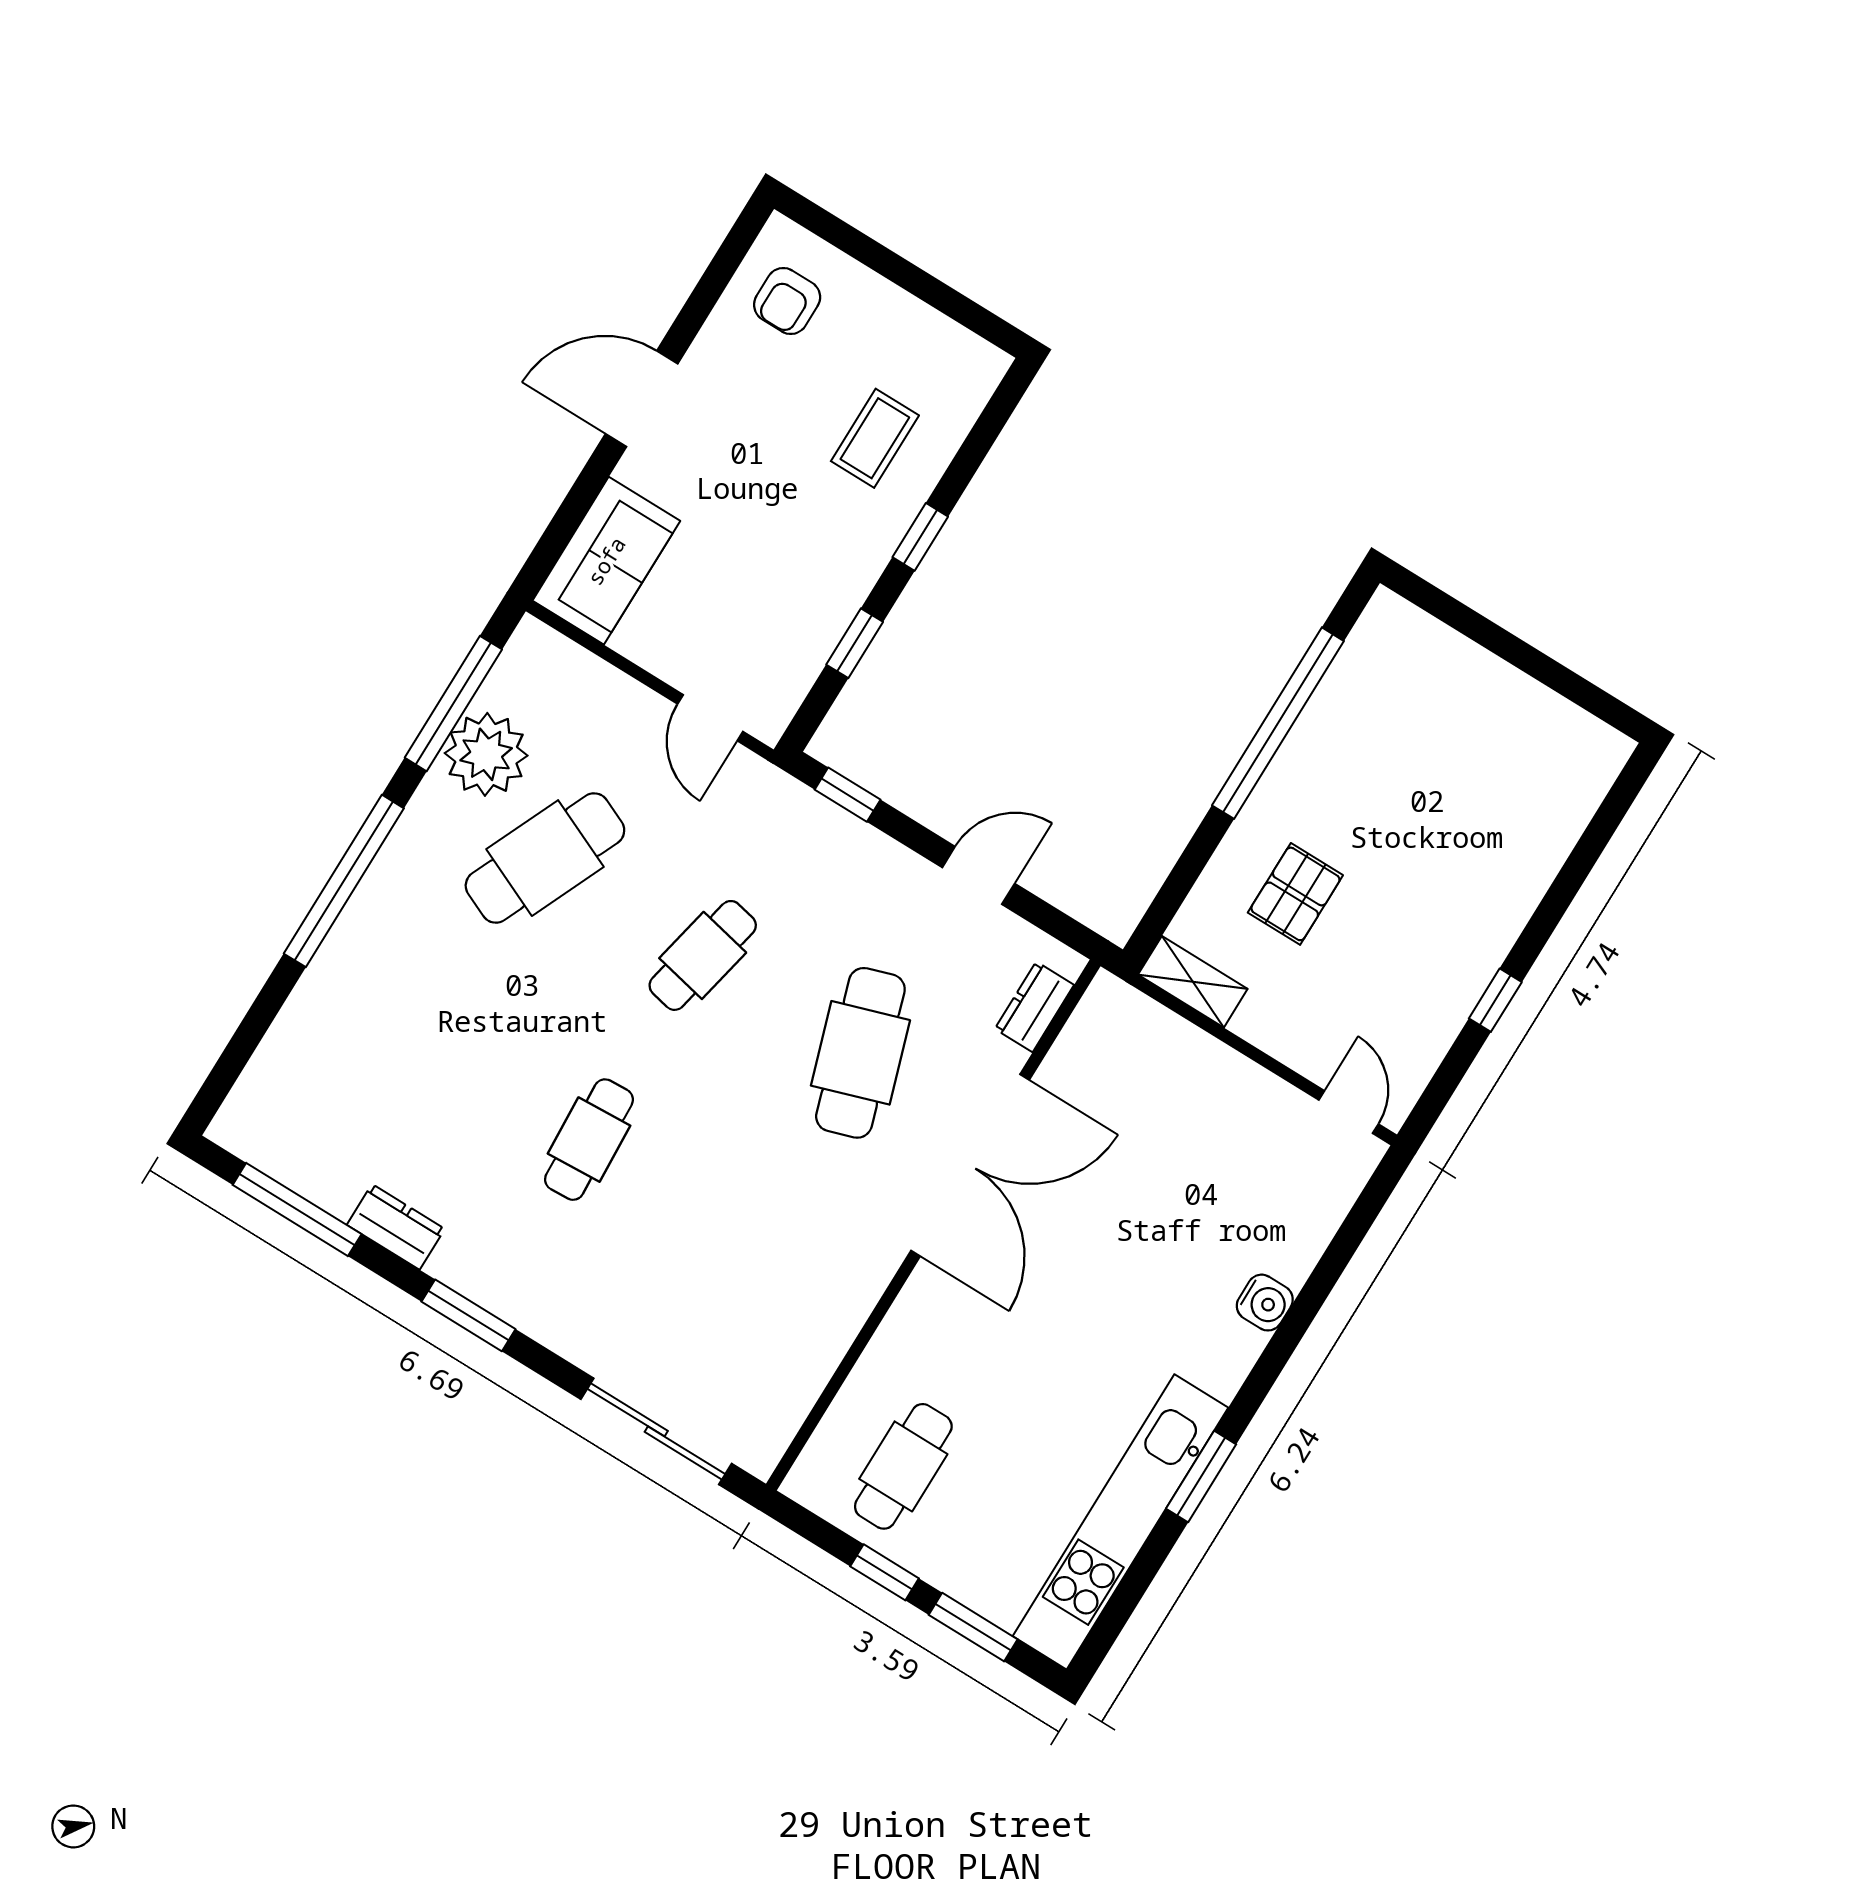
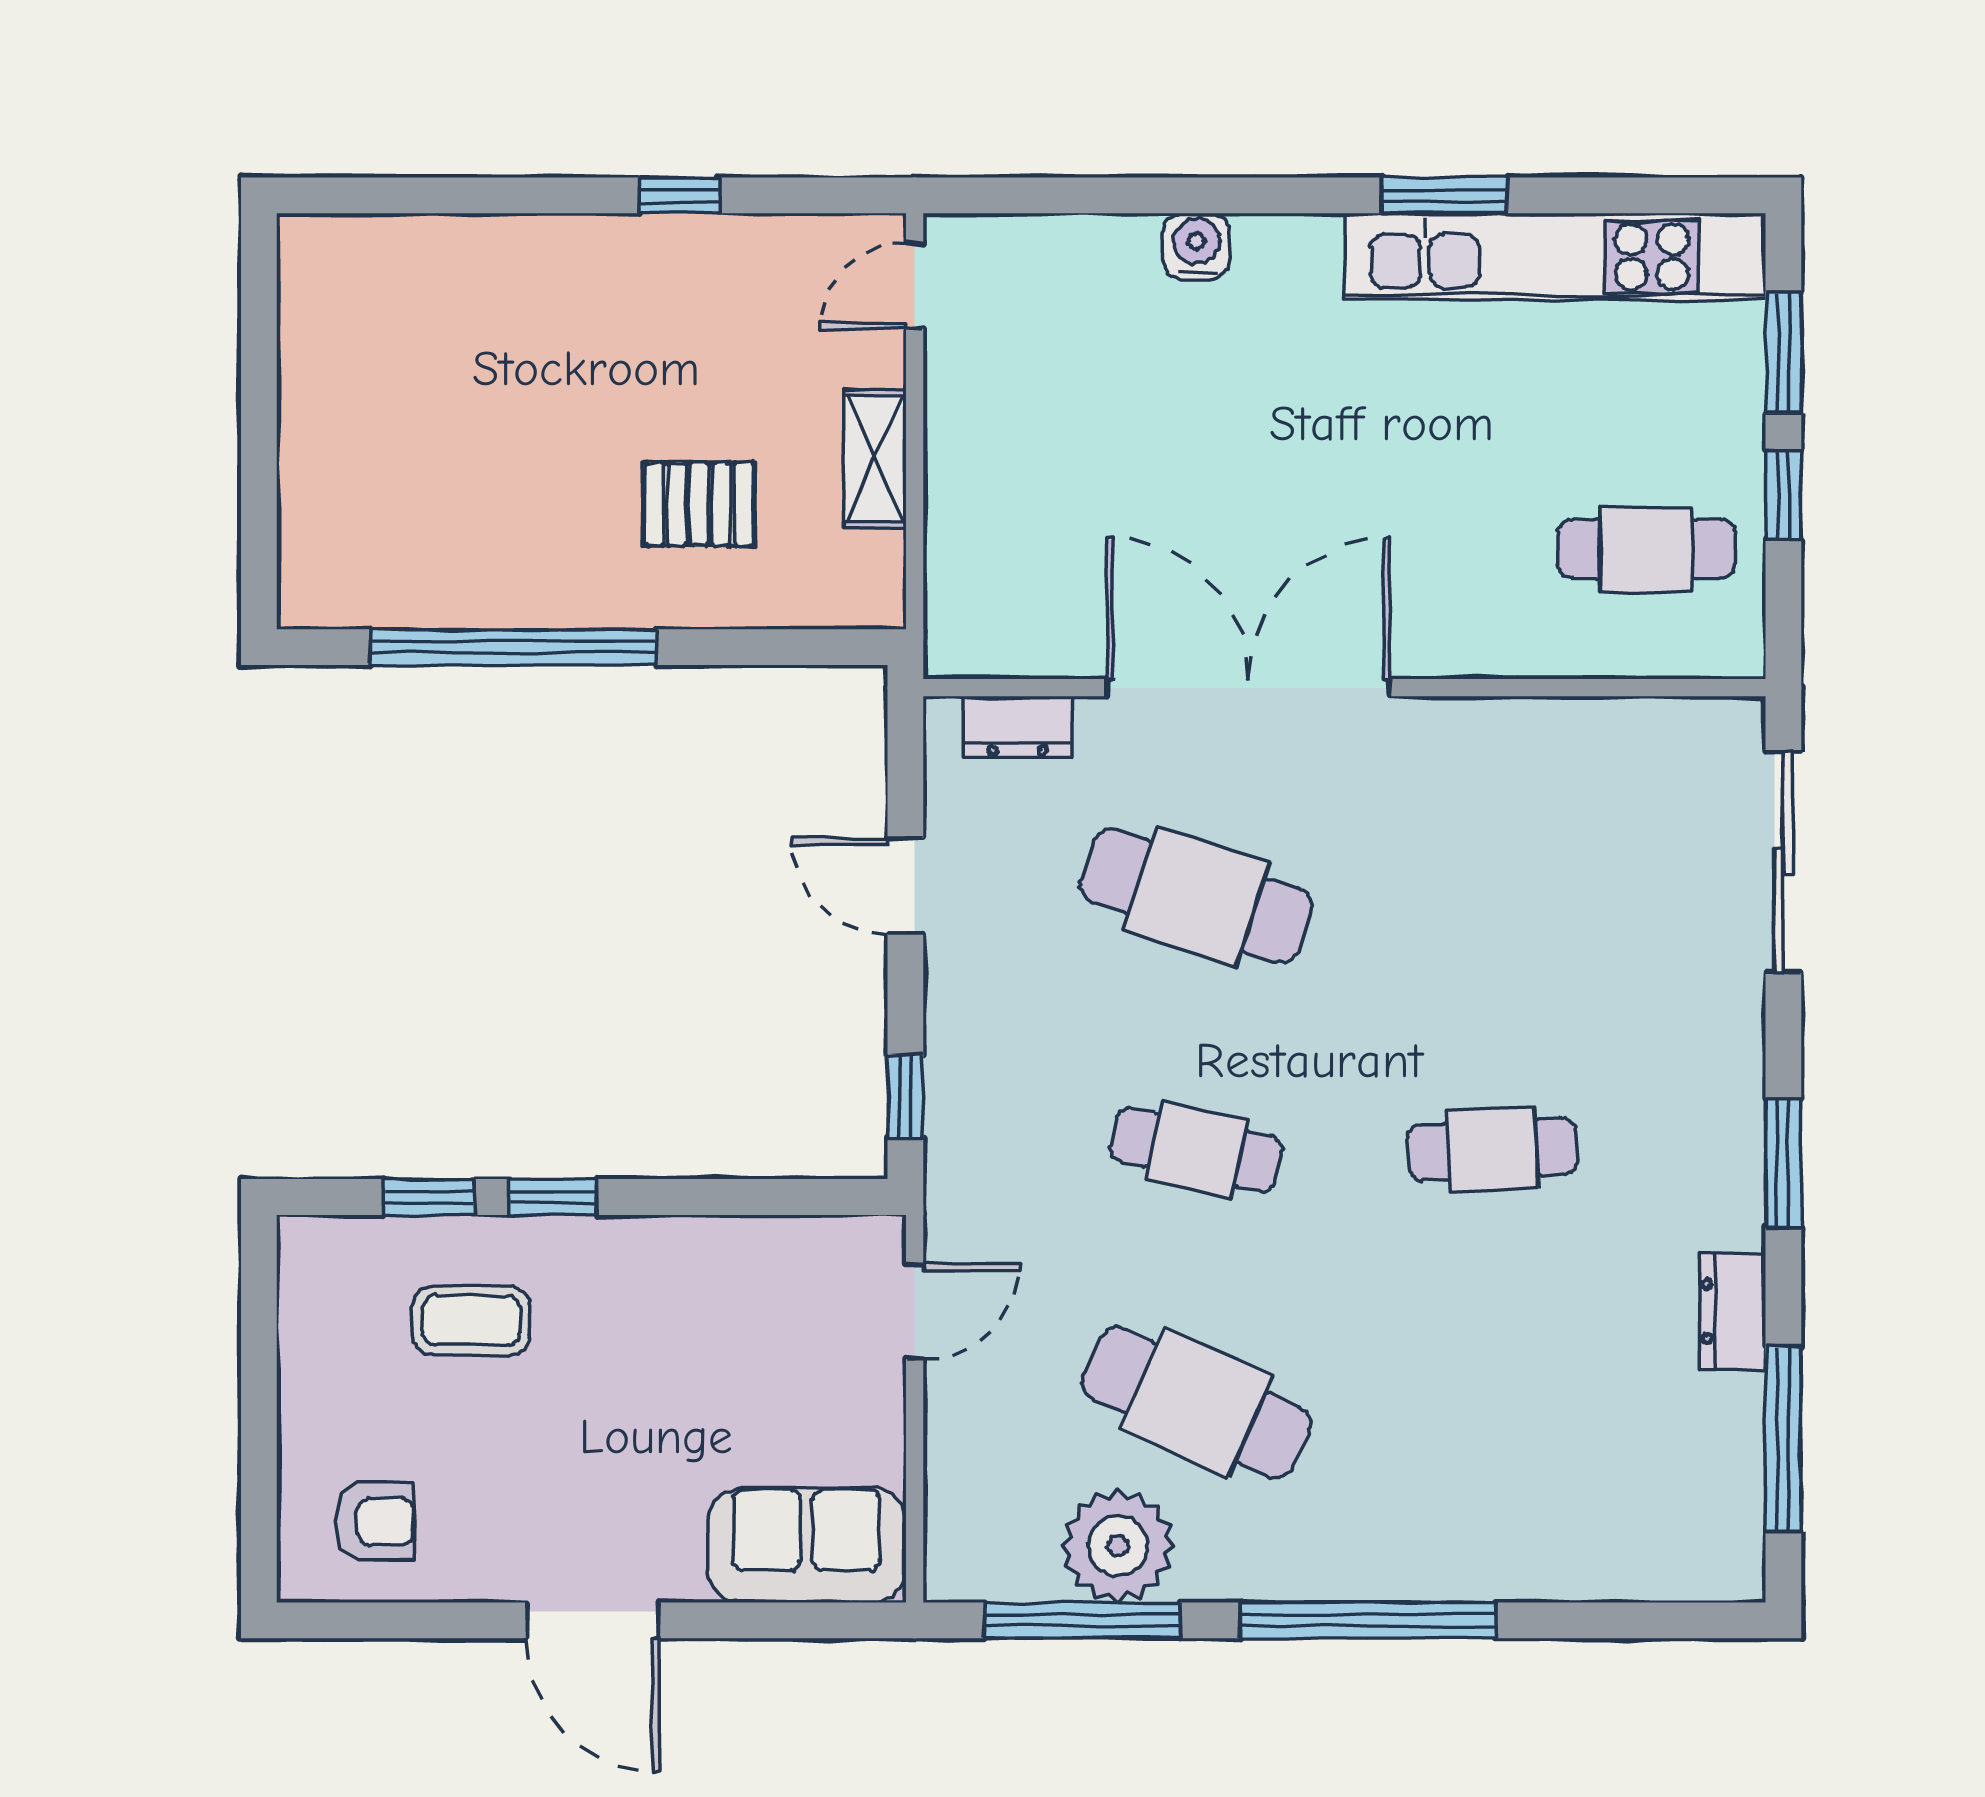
window: (855, 643) -> (428, 1197), moved
shelving: (1193, 982) -> (875, 459), moved
cafe table: (860, 1053) -> (1196, 896), turned 36

